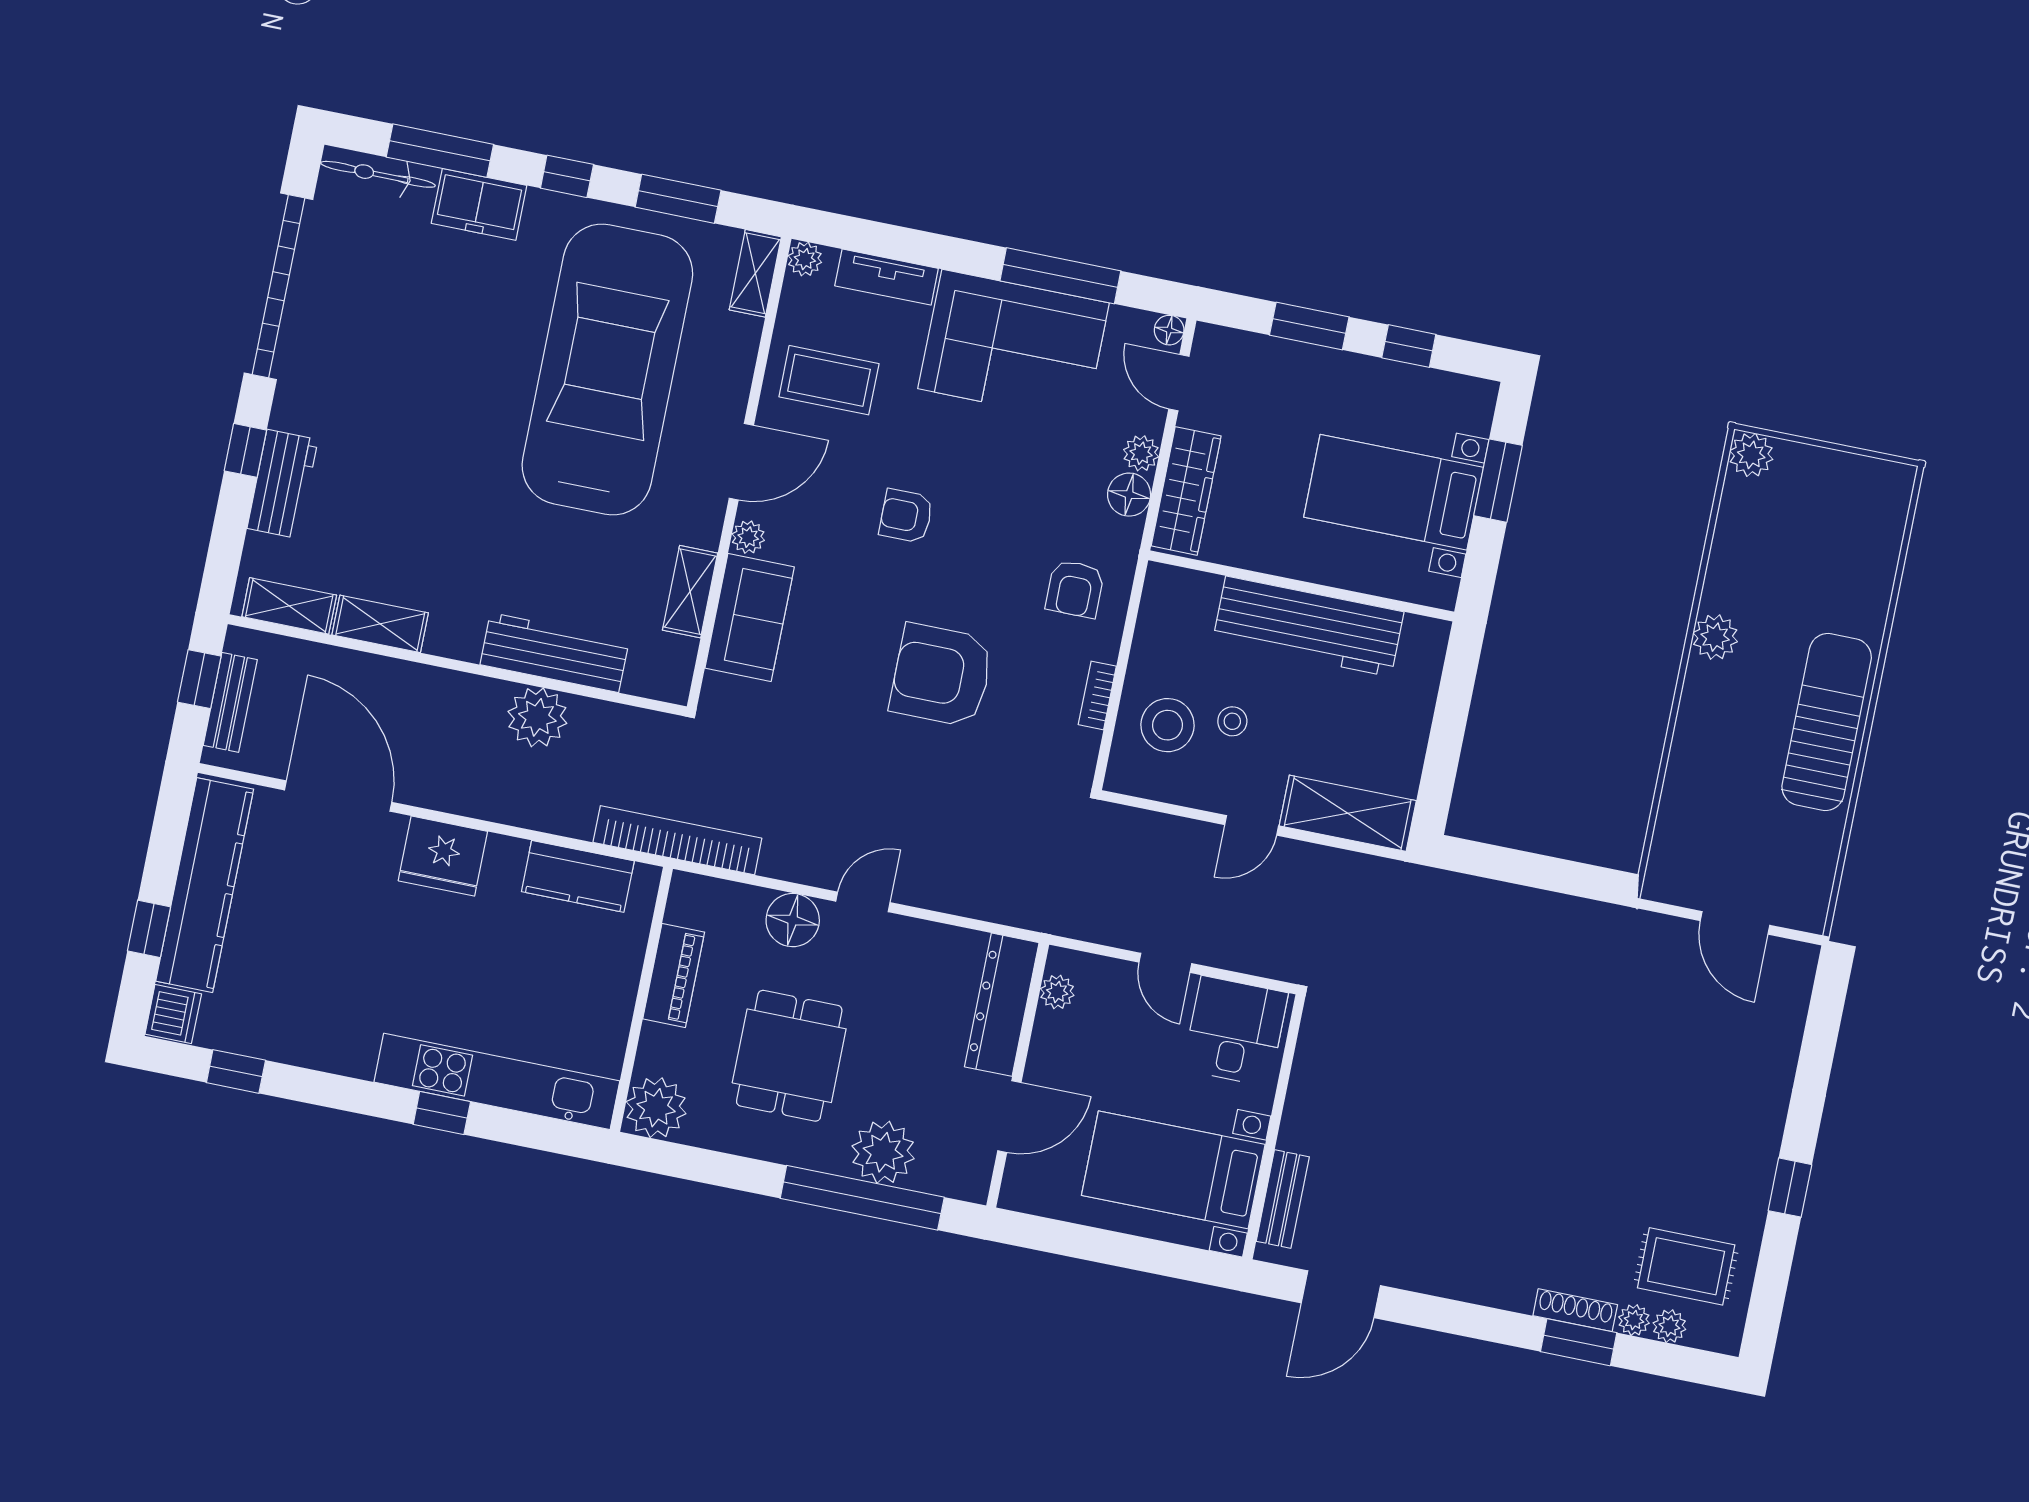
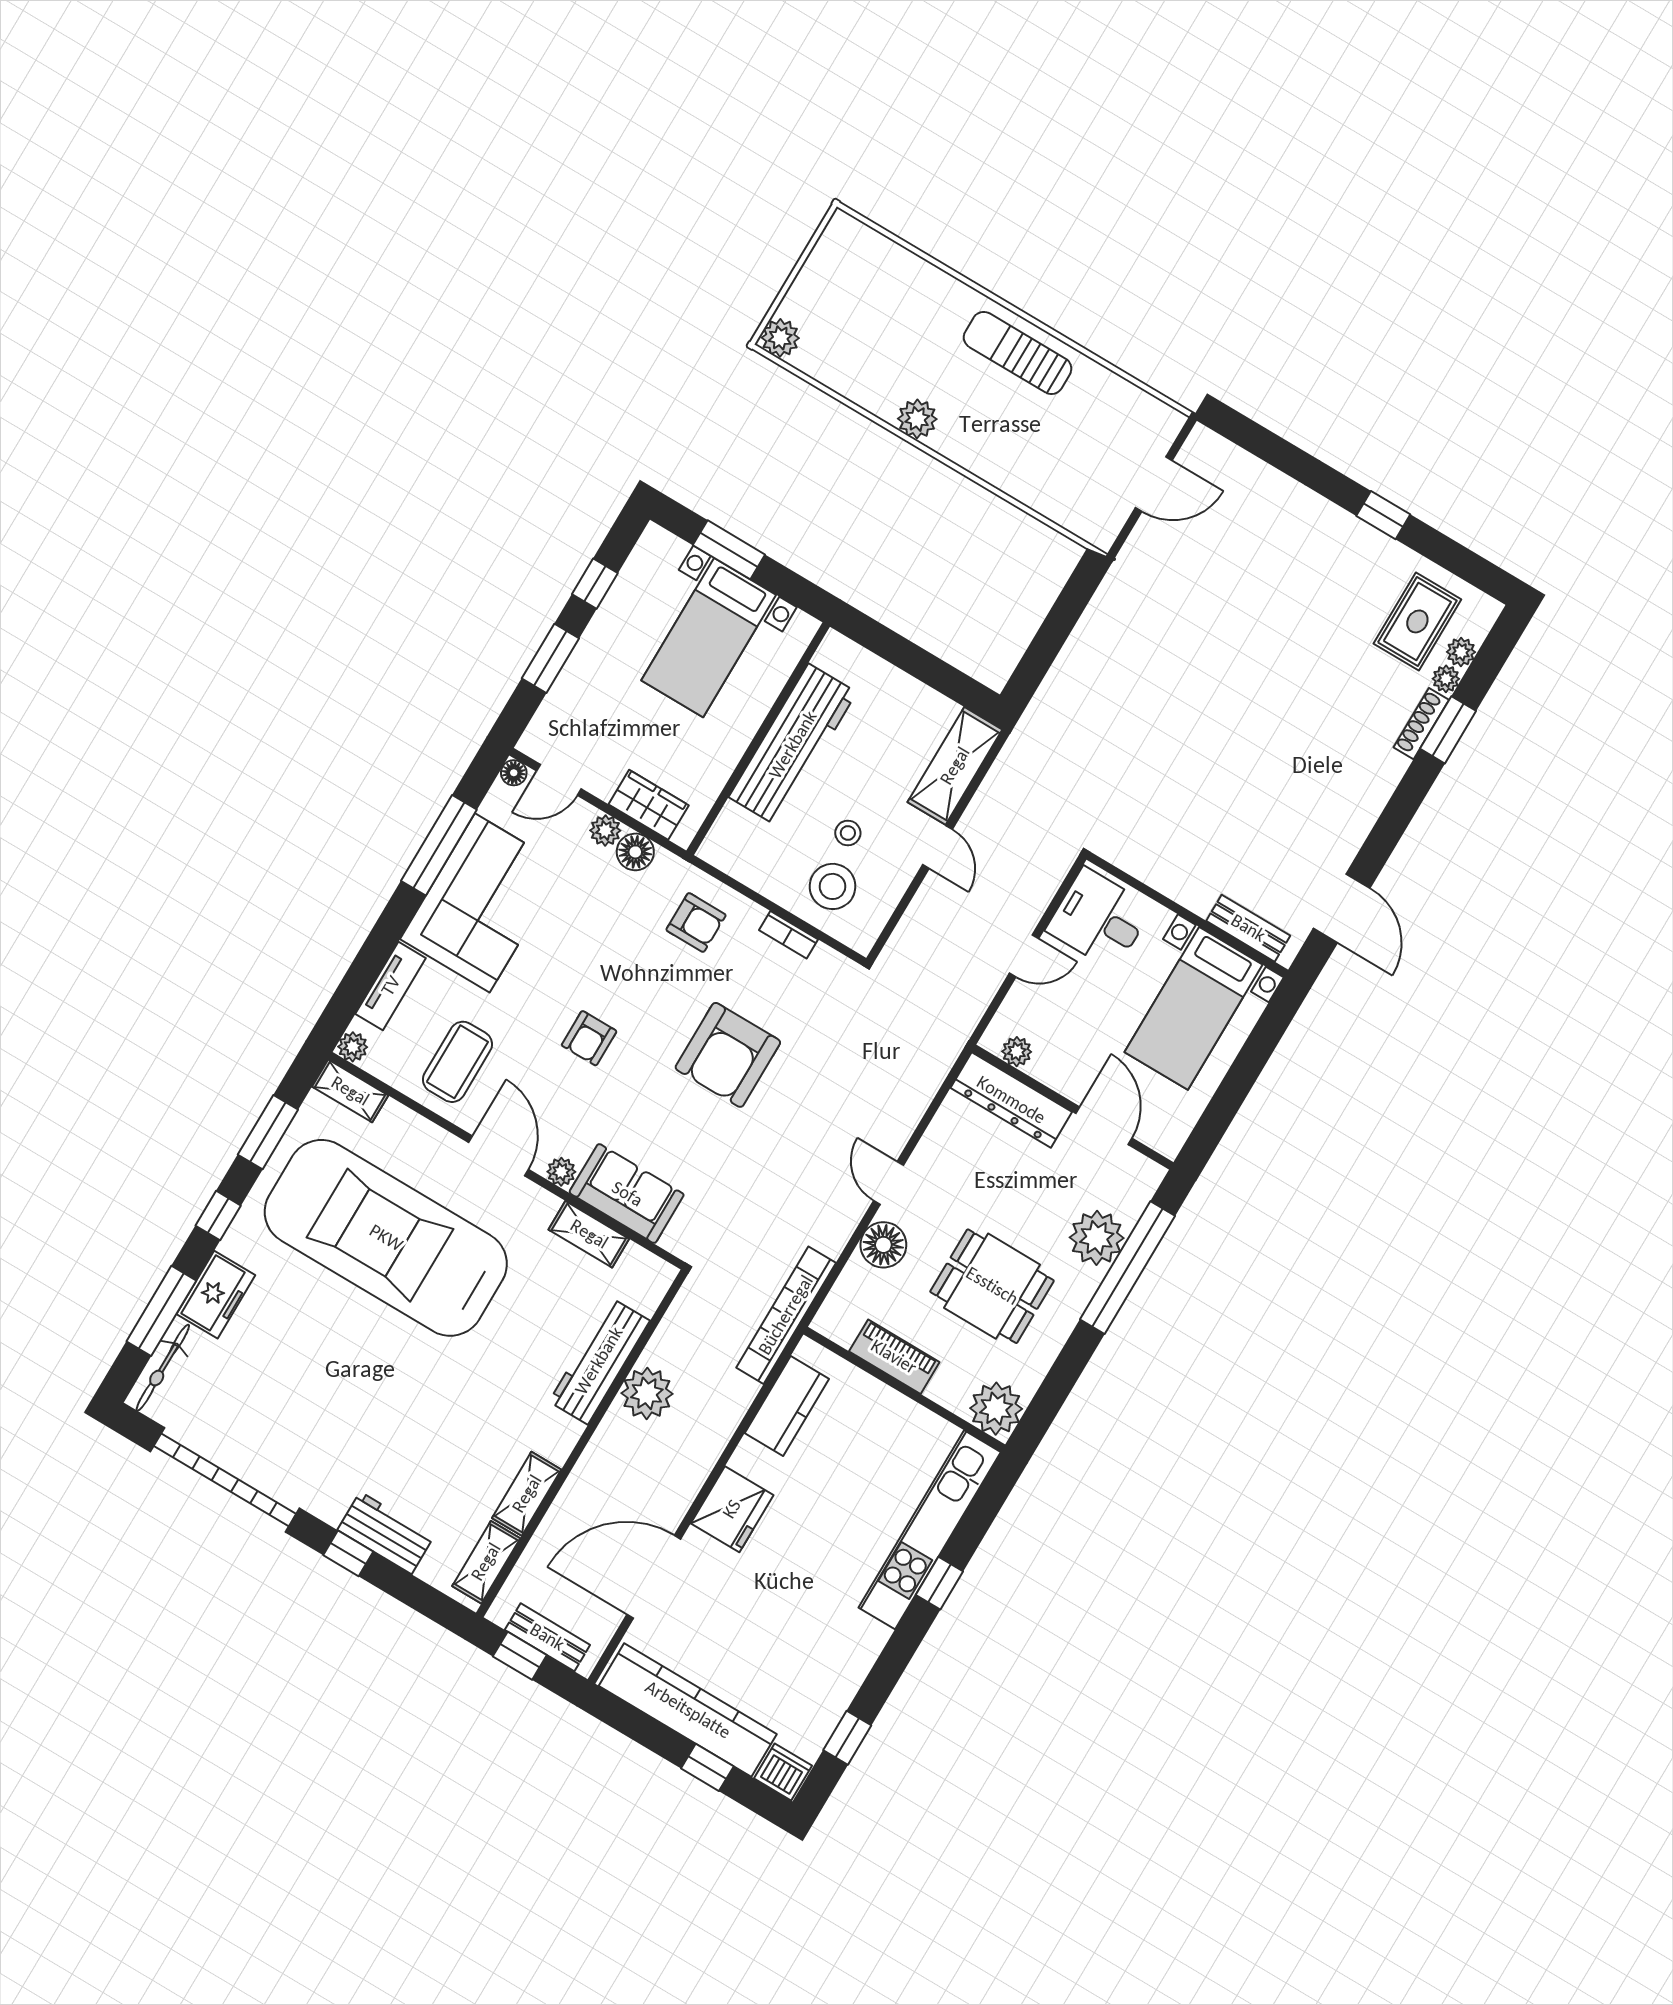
wardrobe: (1186, 491) -> (649, 805), width x0.67
sun lounger: (1827, 722) -> (1018, 353), width x0.73, depth x0.75

